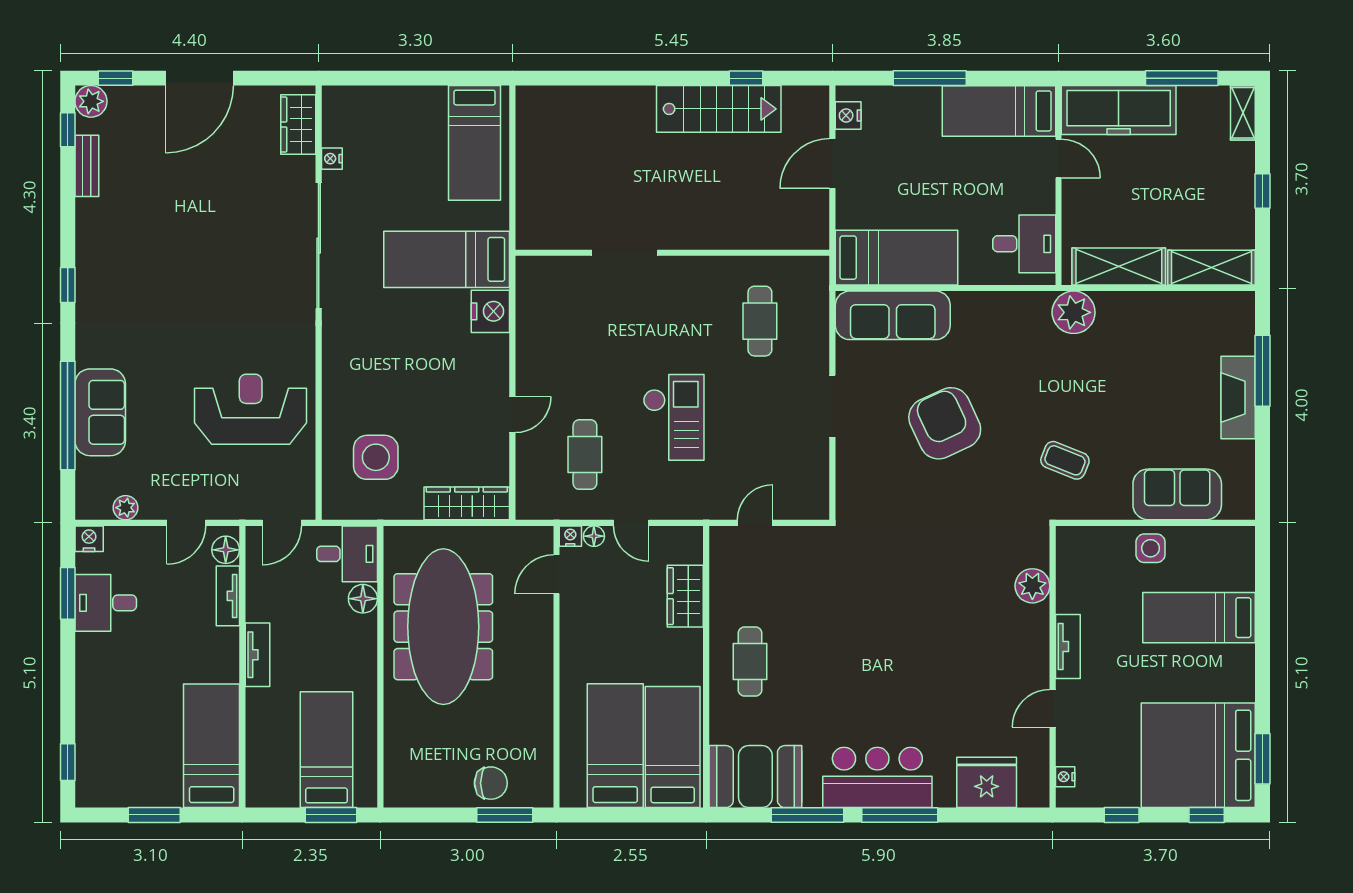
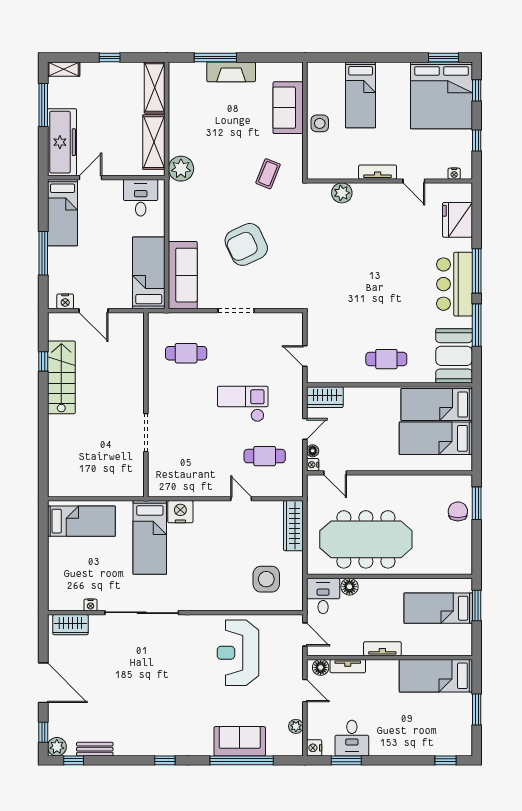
wardrobe: (685, 596) -> (325, 397), moved

